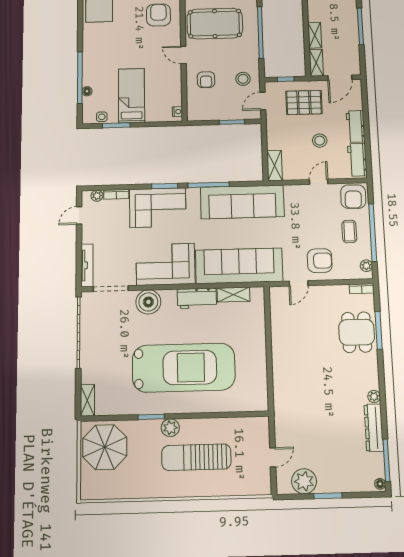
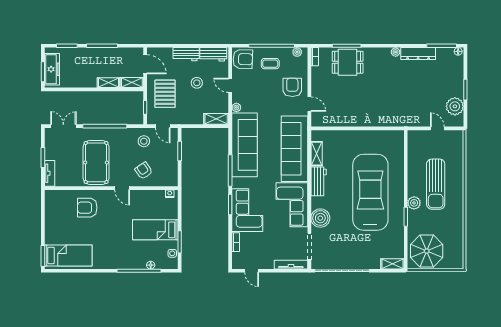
door: (183, 55) -> (122, 188), hinge flipped
armchair: (206, 80) -> (144, 171), turned -124
plant: (97, 196) -> (236, 107), moved

